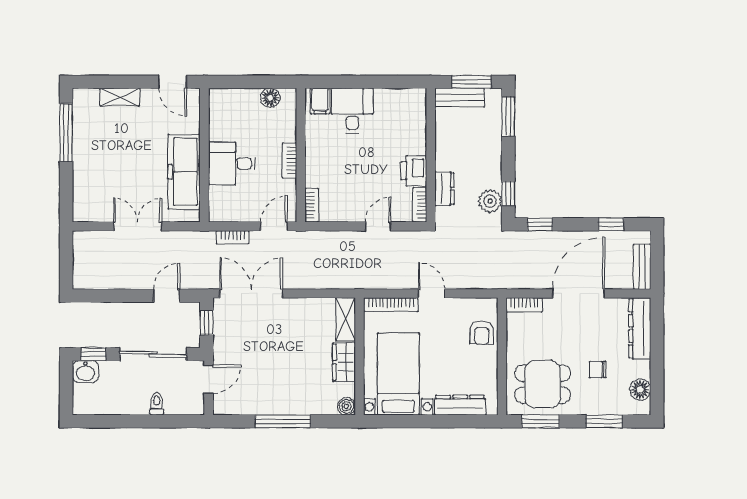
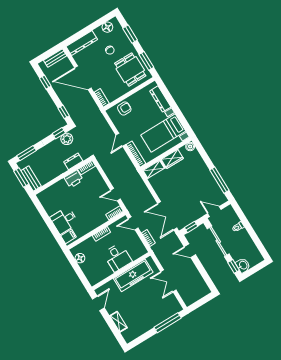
window: (66, 132) -> (168, 323), moved
door: (378, 226) -> (115, 195), moved
window: (283, 421) -> (219, 180), moved

